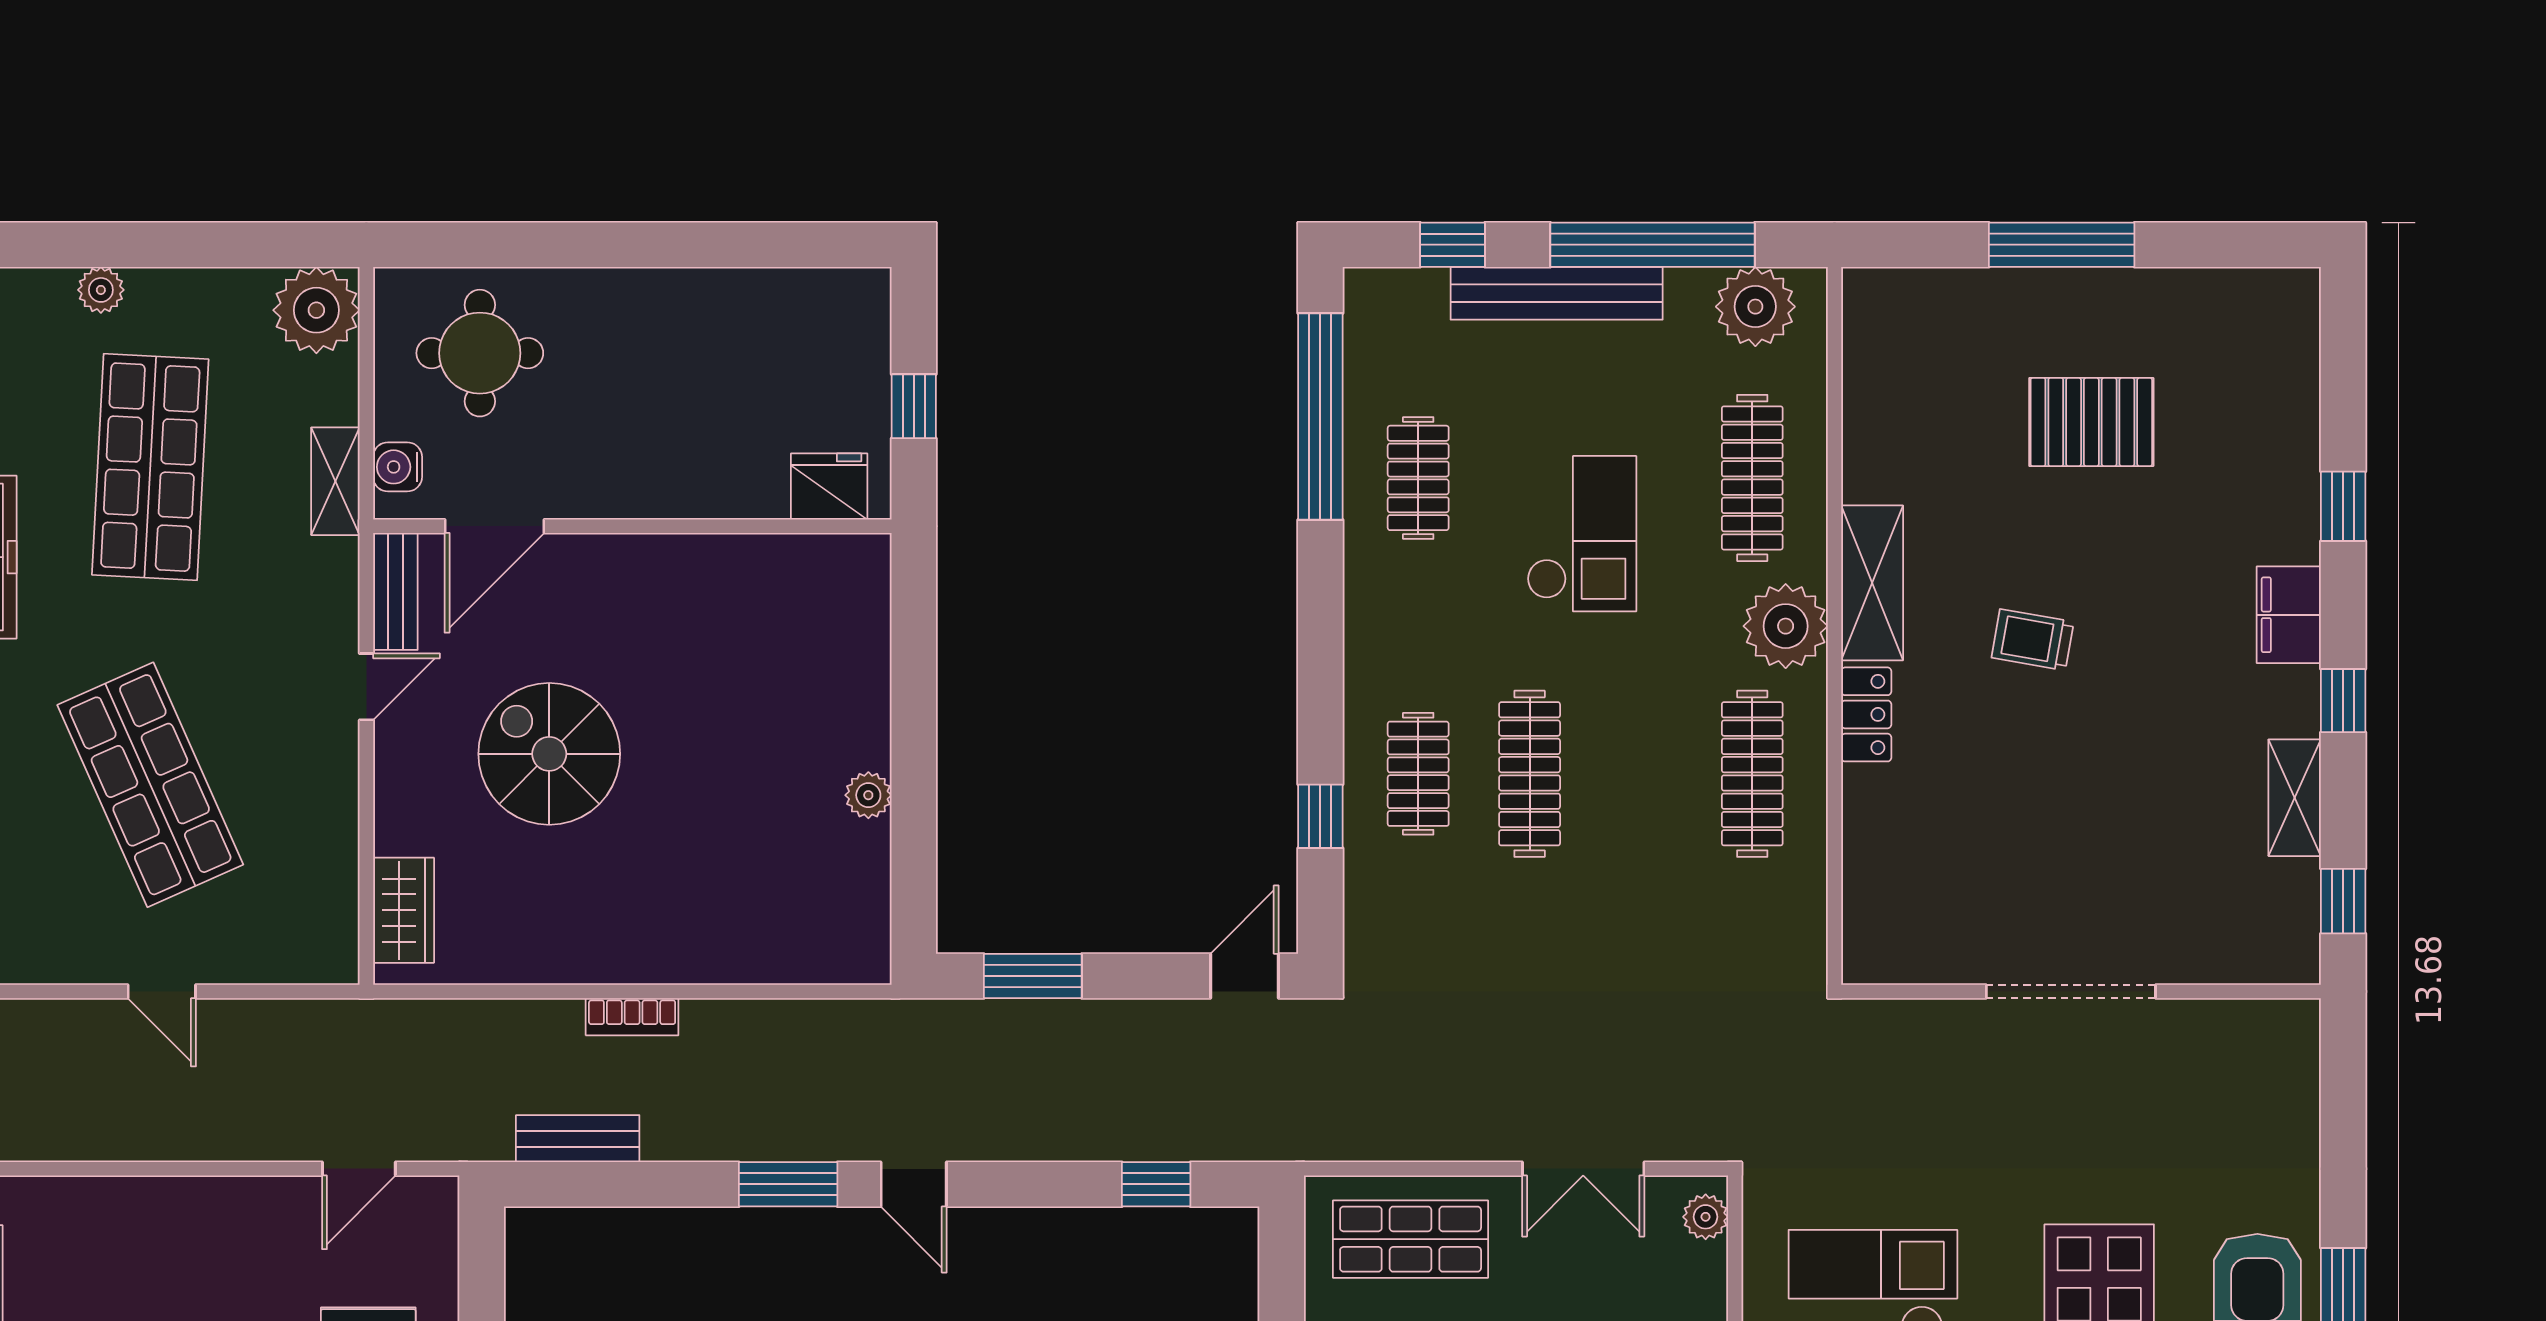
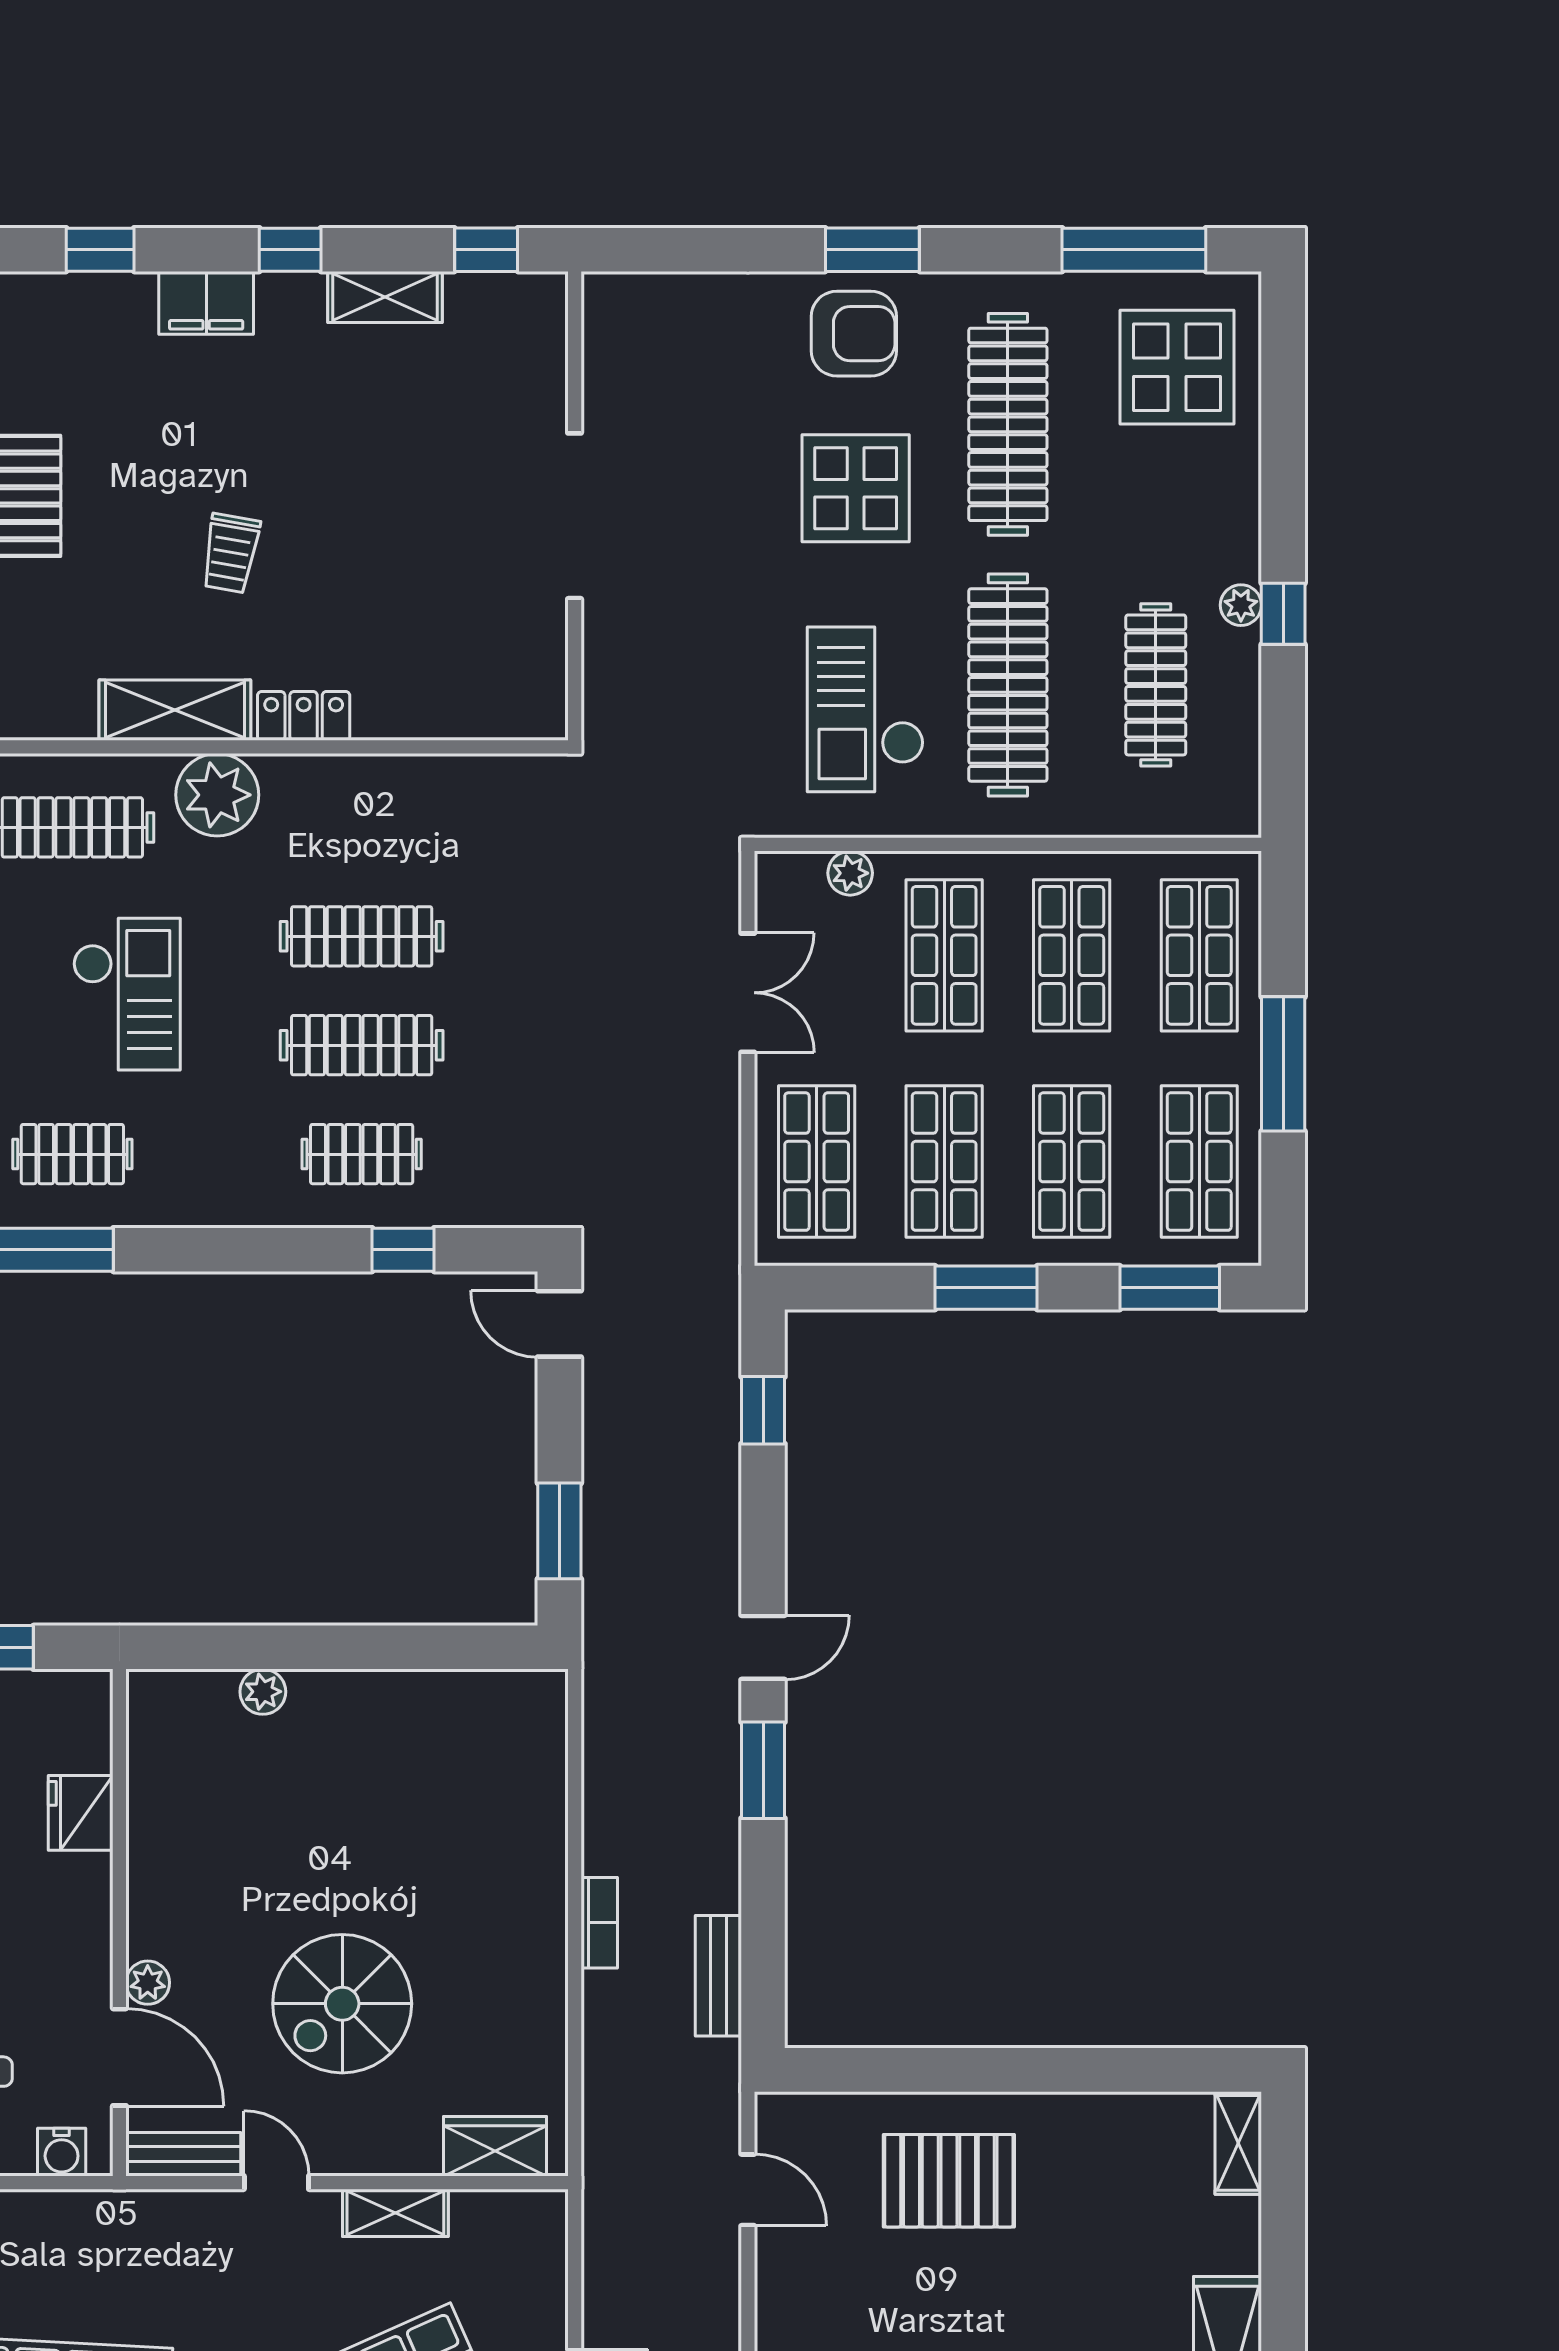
shelving: (335, 481) -> (395, 2213), moved
fridge: (829, 486) -> (81, 1813), moved
checkout: (1582, 534) -> (127, 994), turned 90
plant: (571, 555) -> (148, 1983), added
clothes rail: (1752, 774) -> (362, 936), moved
plant: (868, 795) -> (263, 1692), moved
plant: (1706, 1217) -> (850, 873), moved

